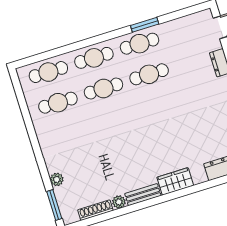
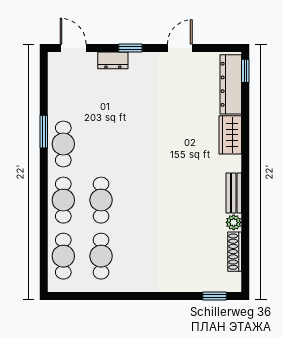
cafe table: (149, 74) -> (101, 144), removed
plant: (57, 179) -> (187, 284), removed
wardrobe: (175, 181) -> (230, 135), moved
window: (54, 205) -> (214, 296), width x0.67

